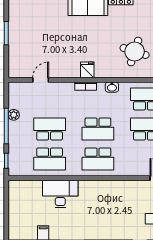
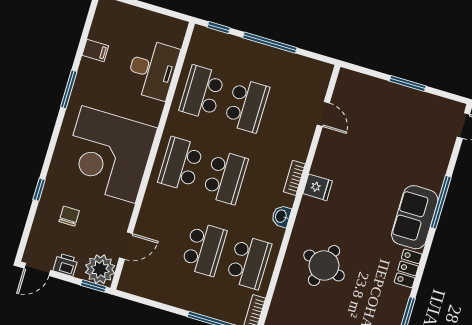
plant: (14, 115) -> (283, 59), removed
school desk: (98, 129) -> (225, 177), turned 180
desk: (60, 194) -> (152, 69), moved
corner desk: (105, 206) -> (109, 154), added

